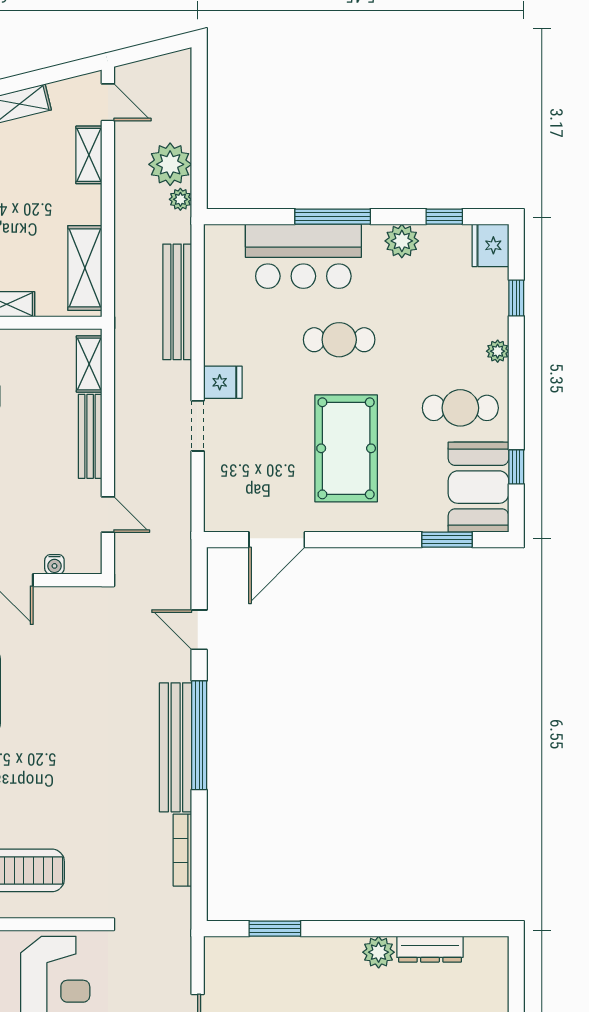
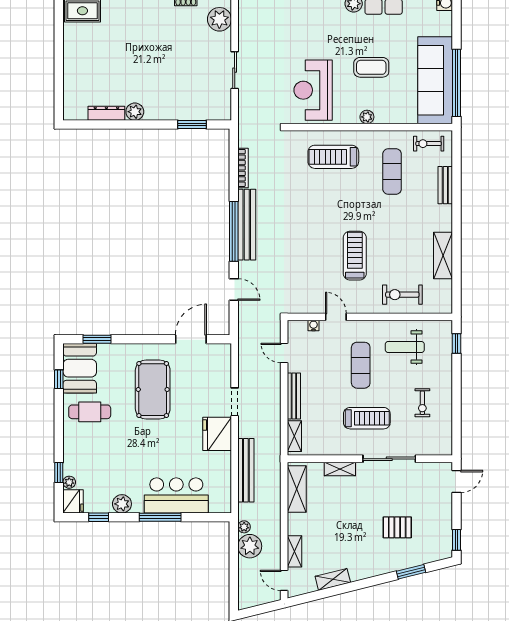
cafe table: (339, 340) -> (157, 449), removed
plant: (498, 351) -> (69, 482), moved
fridge: (223, 382) -> (217, 434), width x1.88, depth x1.34

